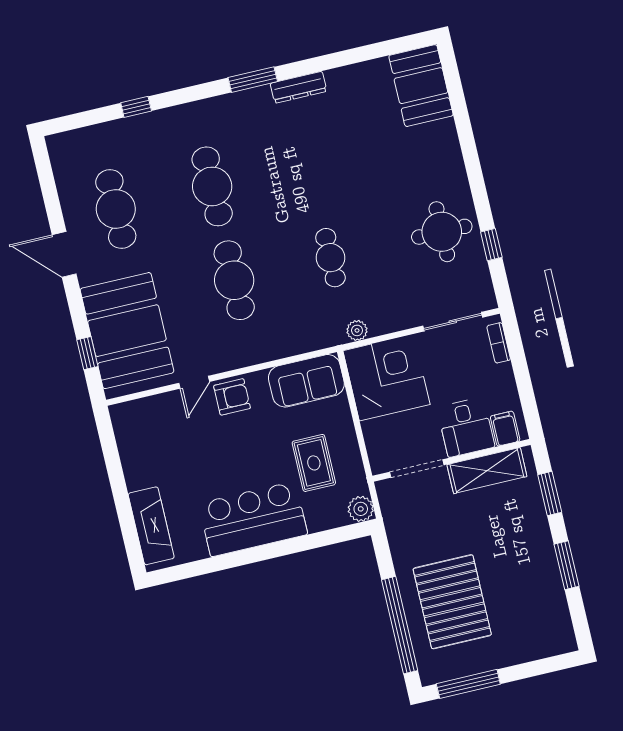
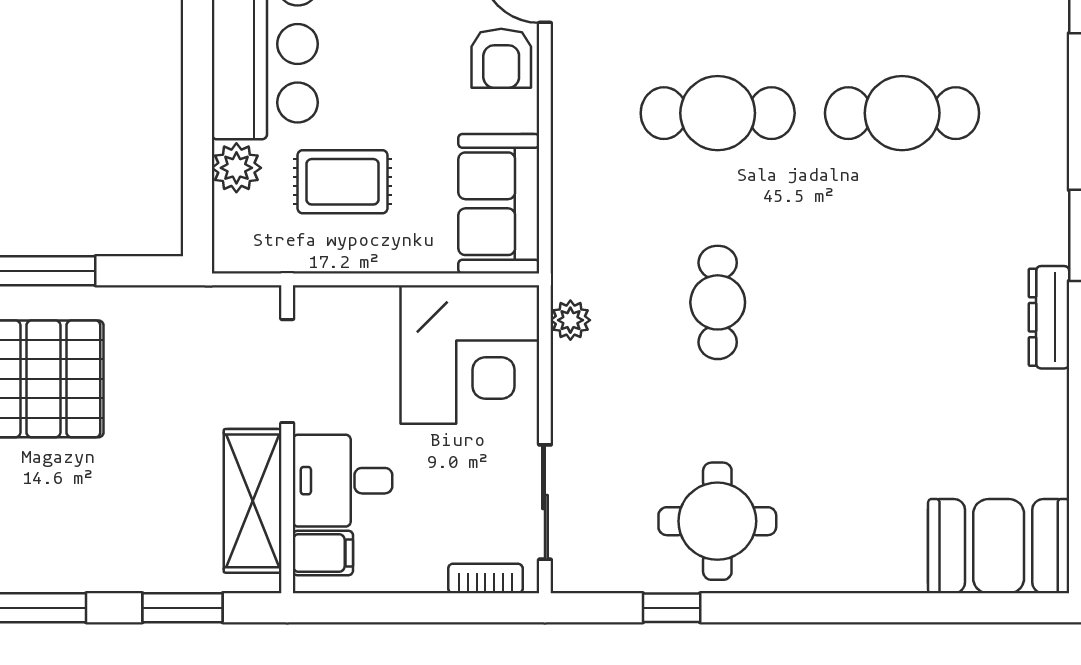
cafe table: (330, 258) -> (718, 302), turned 90
plant: (361, 509) -> (236, 168), moved

